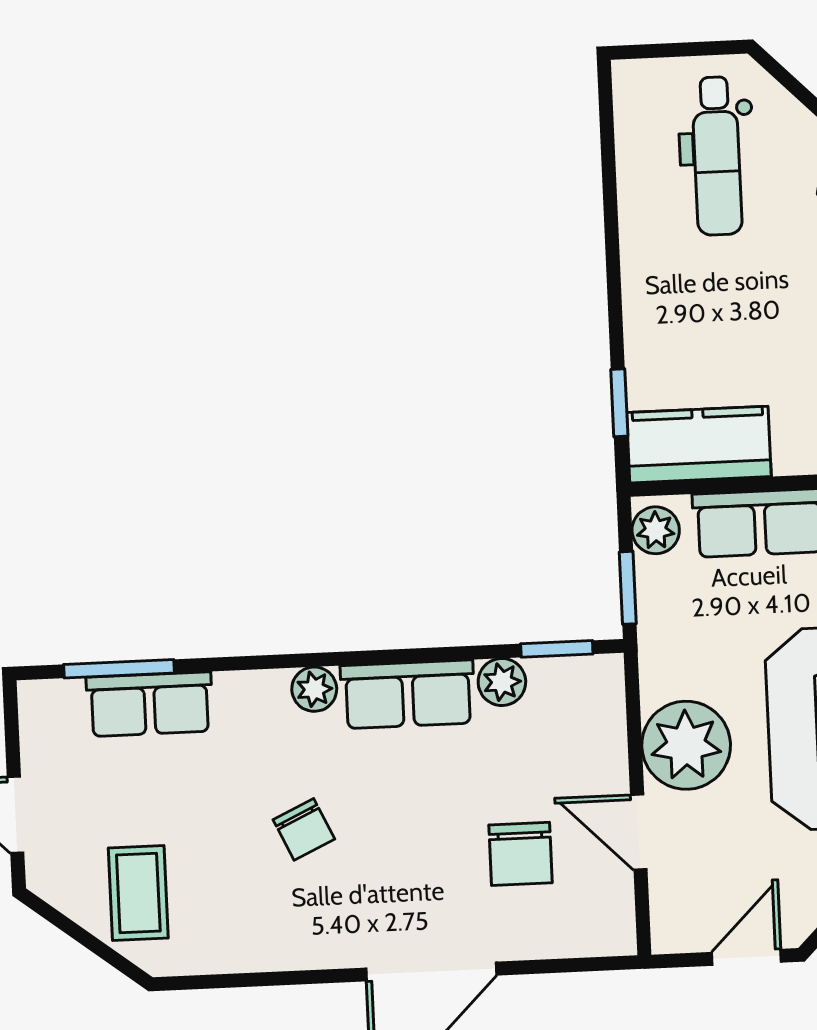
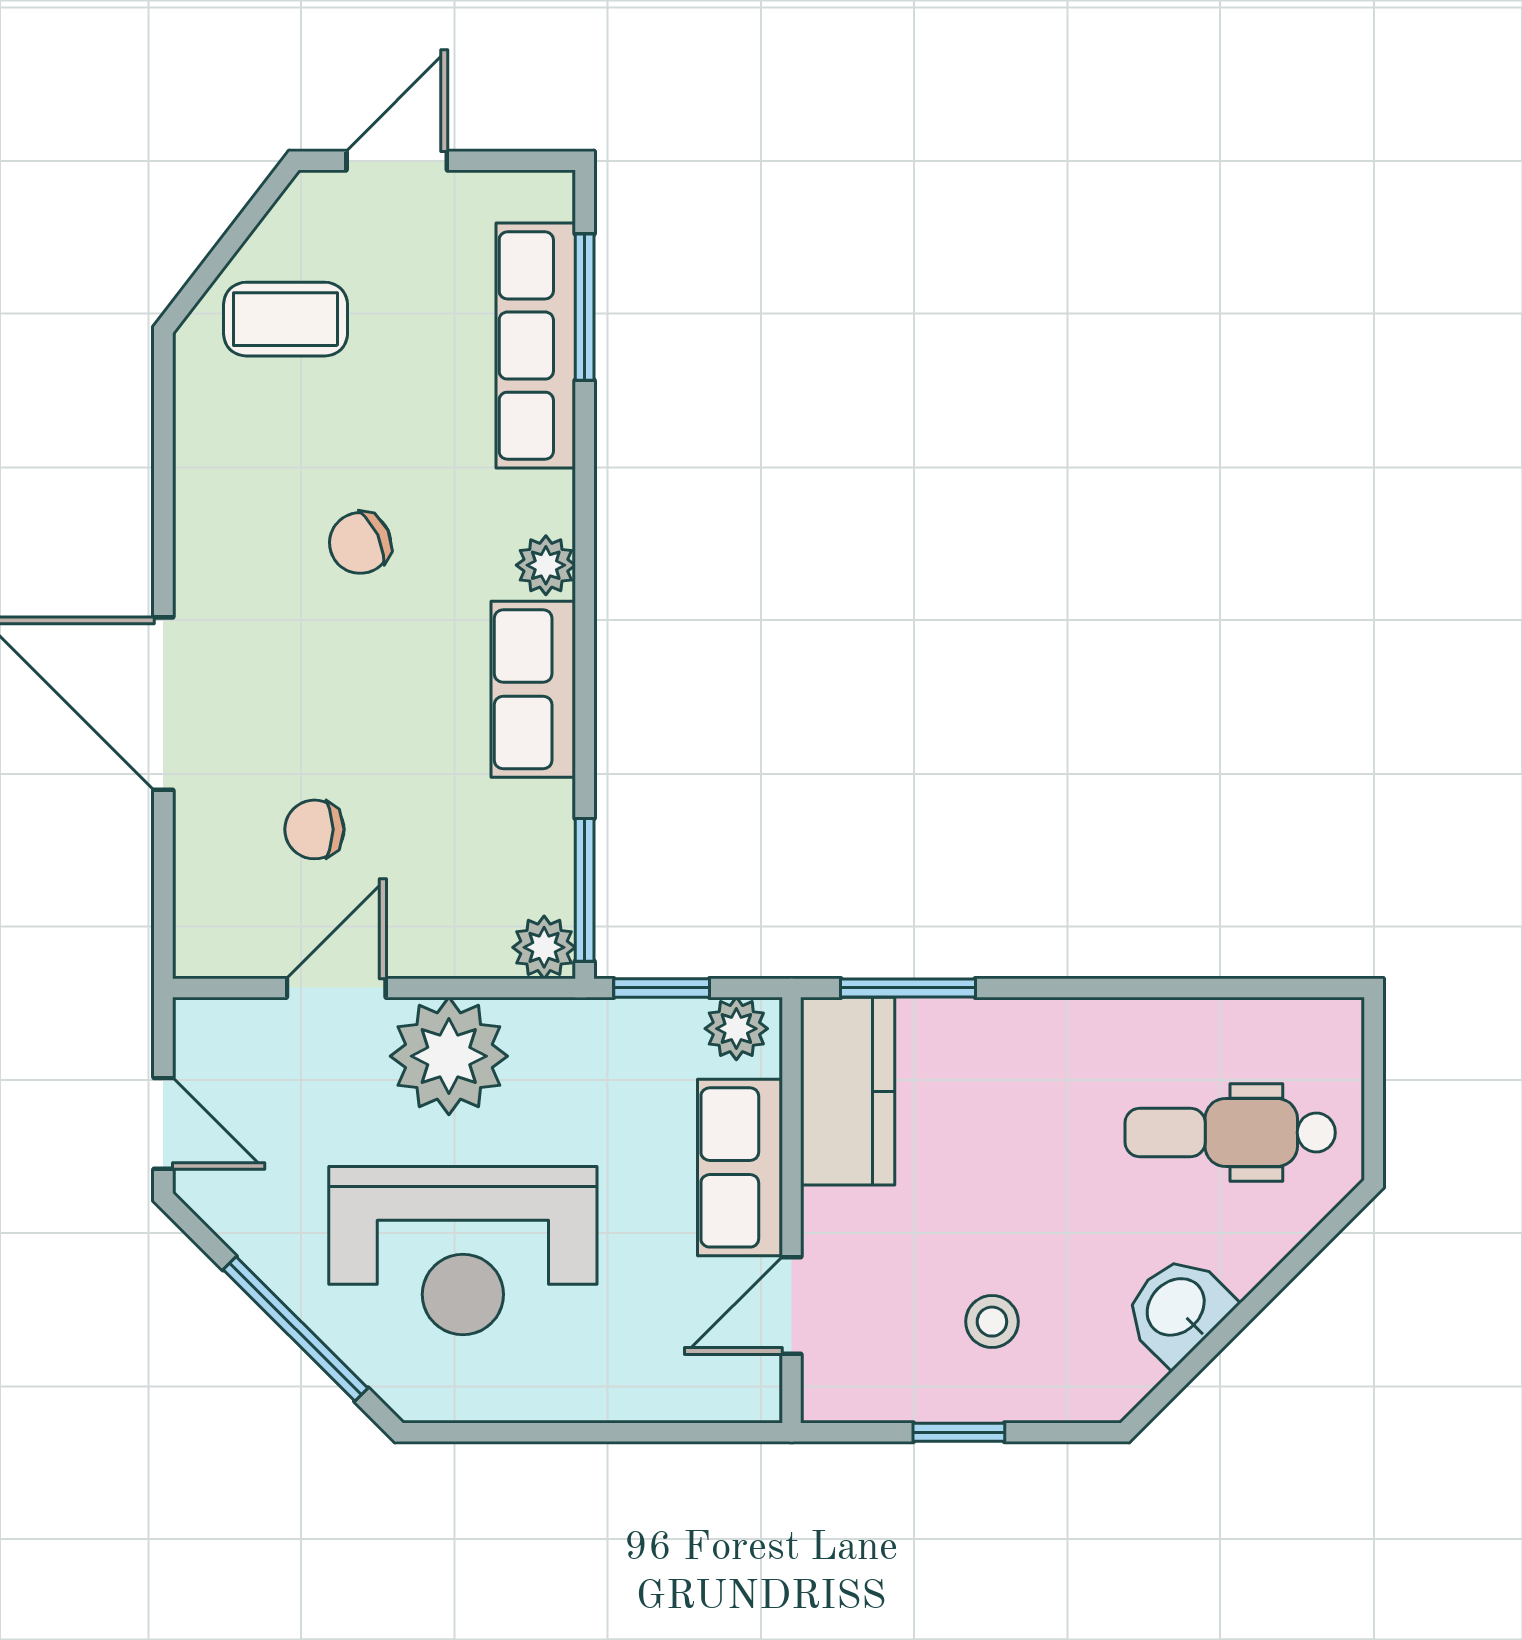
window: (619, 403) -> (908, 988), width x1.50
window: (557, 649) -> (585, 890), width x1.50
plant: (502, 682) -> (544, 947), moved
row of seats: (150, 704) -> (536, 346), width x1.48
chair: (521, 854) -> (314, 829), width x0.73, depth x0.73

